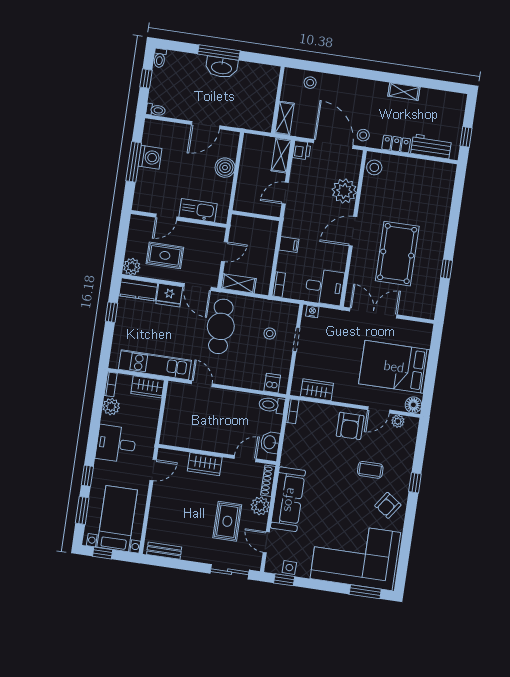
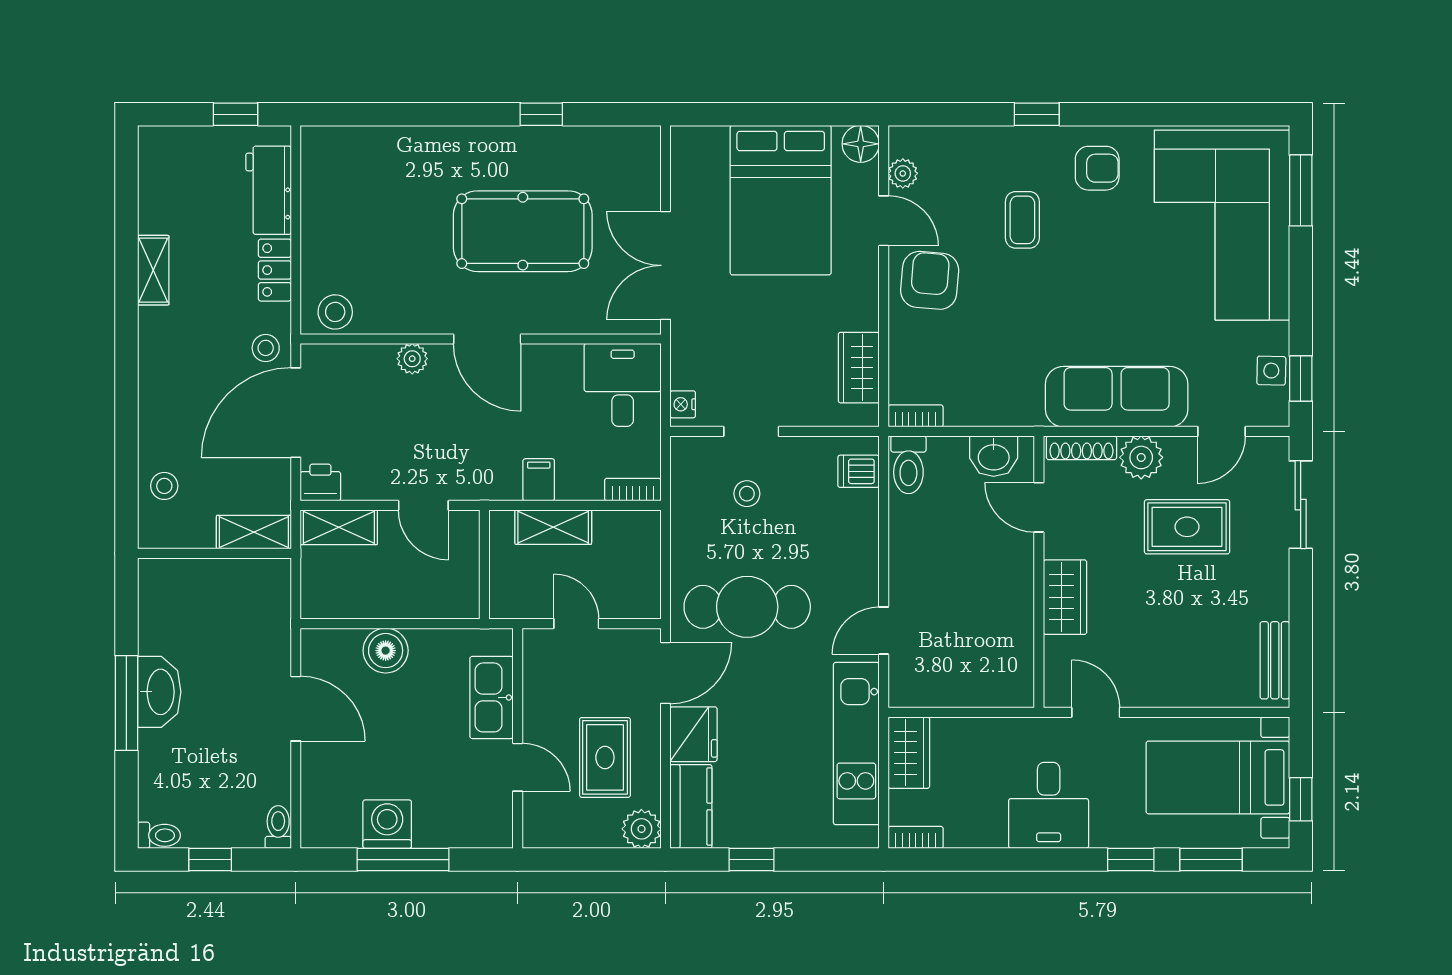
plant: (344, 191) -> (412, 359), width x0.53, depth x0.53
shelving: (239, 283) -> (553, 527), moved, turned 90
plant: (111, 407) -> (966, 829), removed
armchair: (350, 426) -> (930, 280), turned -85
armchair: (388, 505) -> (1097, 168), turned -35

